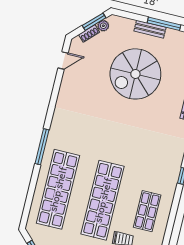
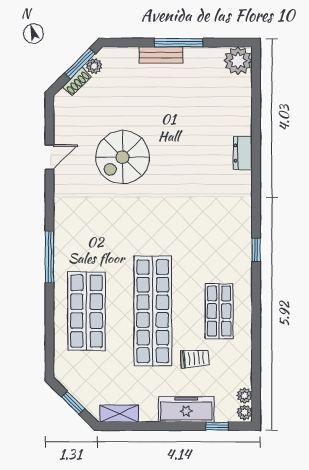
door: (63, 60) -> (50, 157), moved
spiral stairs: (135, 74) -> (123, 157), moved, width x0.73, depth x0.73
shop shelf: (58, 189) -> (86, 311), width x0.71

